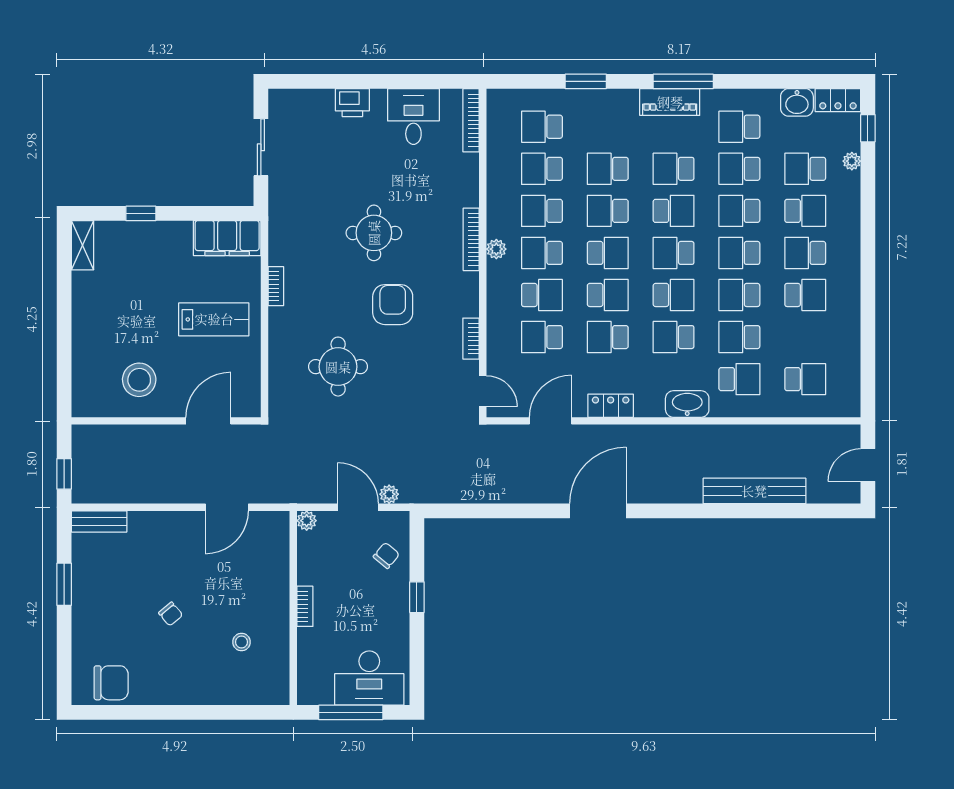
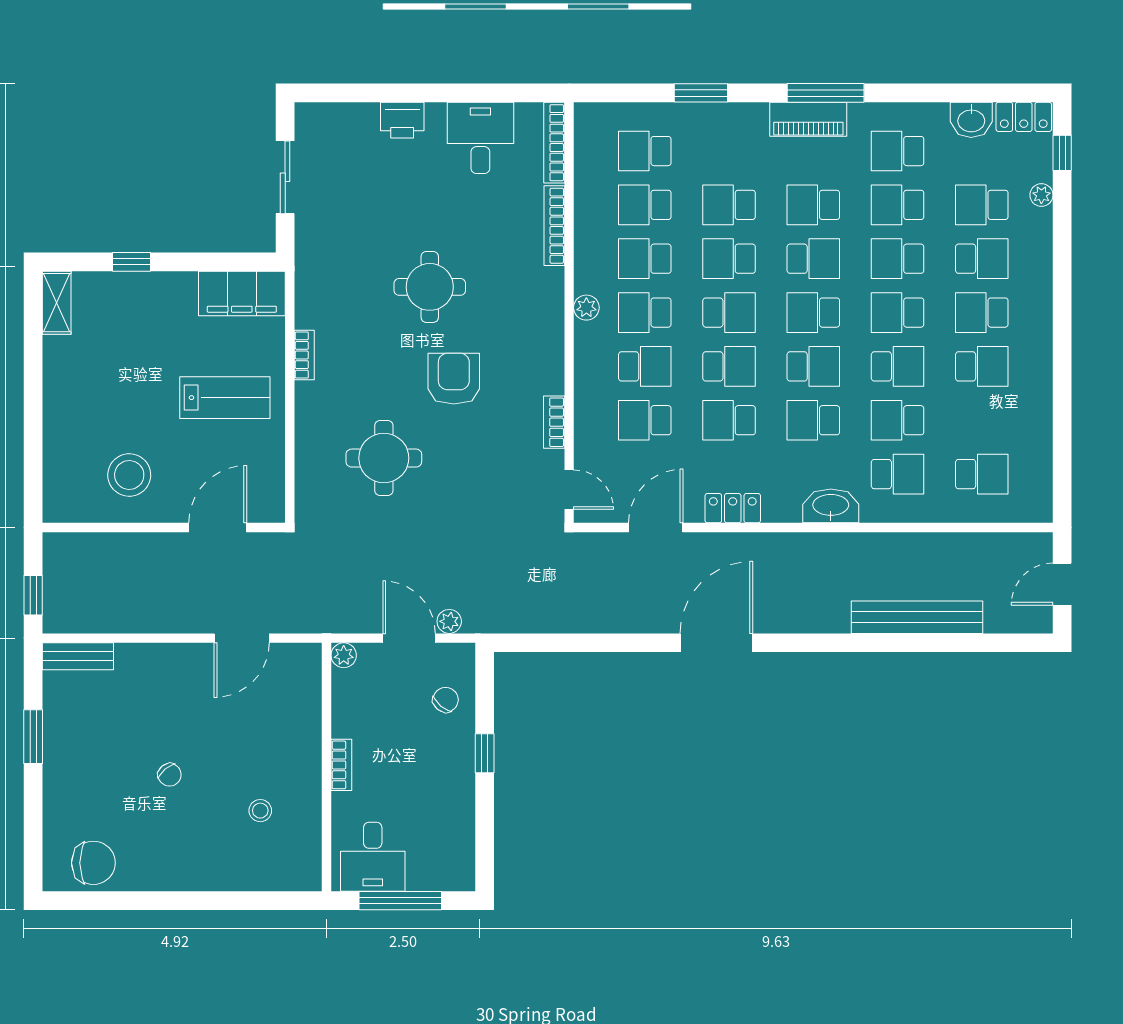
bookcase: (471, 239) -> (554, 226), moved
school desk: (739, 295) -> (898, 366), turned 180
desk: (369, 678) -> (373, 857), moved, width x0.73

